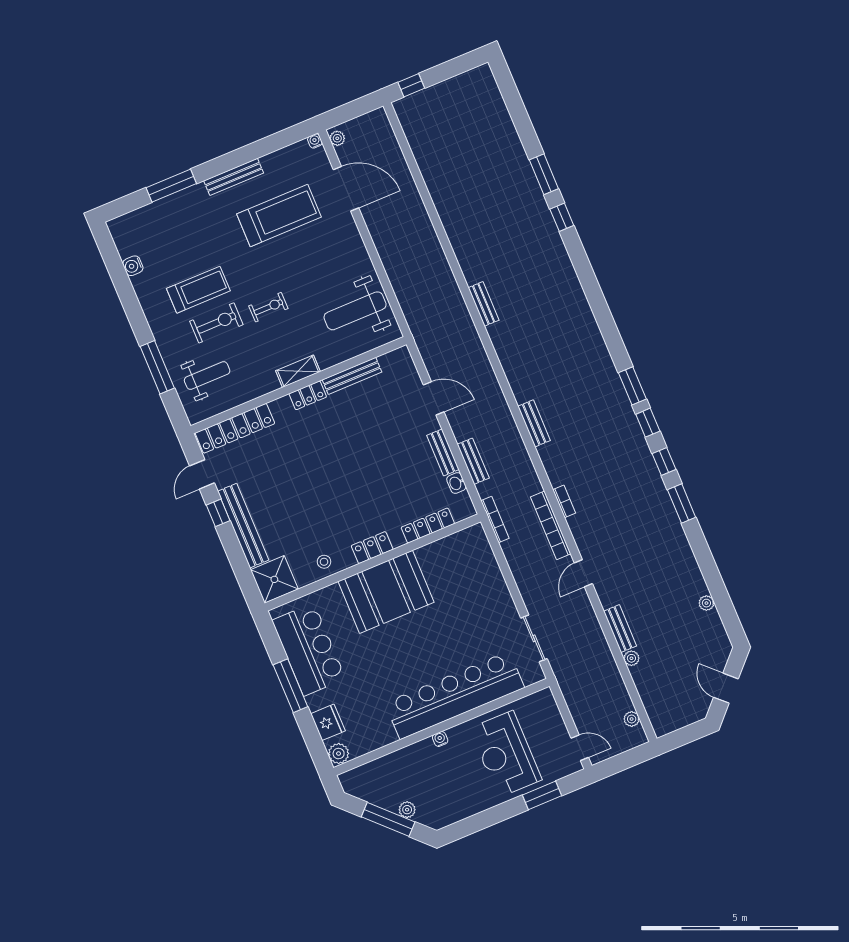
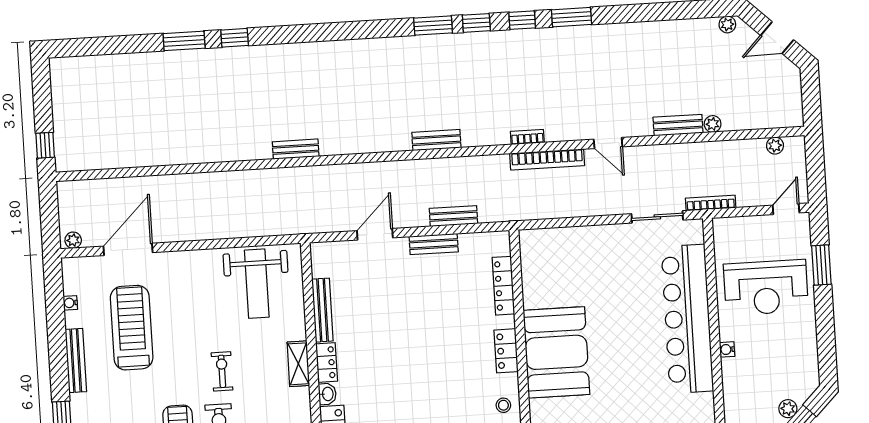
water cooler: (315, 141) -> (70, 303), moved
washbasin: (456, 483) -> (327, 394), moved, turned -90
bookcase: (495, 520) -> (711, 203), moved
plant: (706, 603) -> (727, 24), moved

